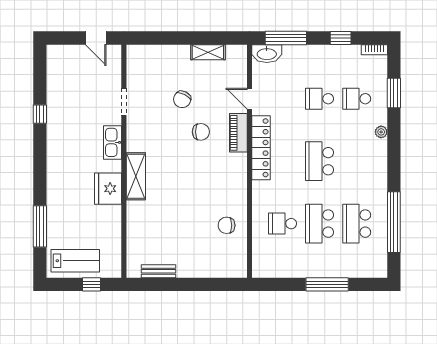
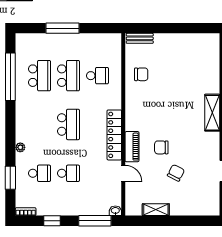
washbasin: (267, 54) -> (115, 211), width x0.52, depth x0.69
bench: (159, 271) -> (140, 38), moved

